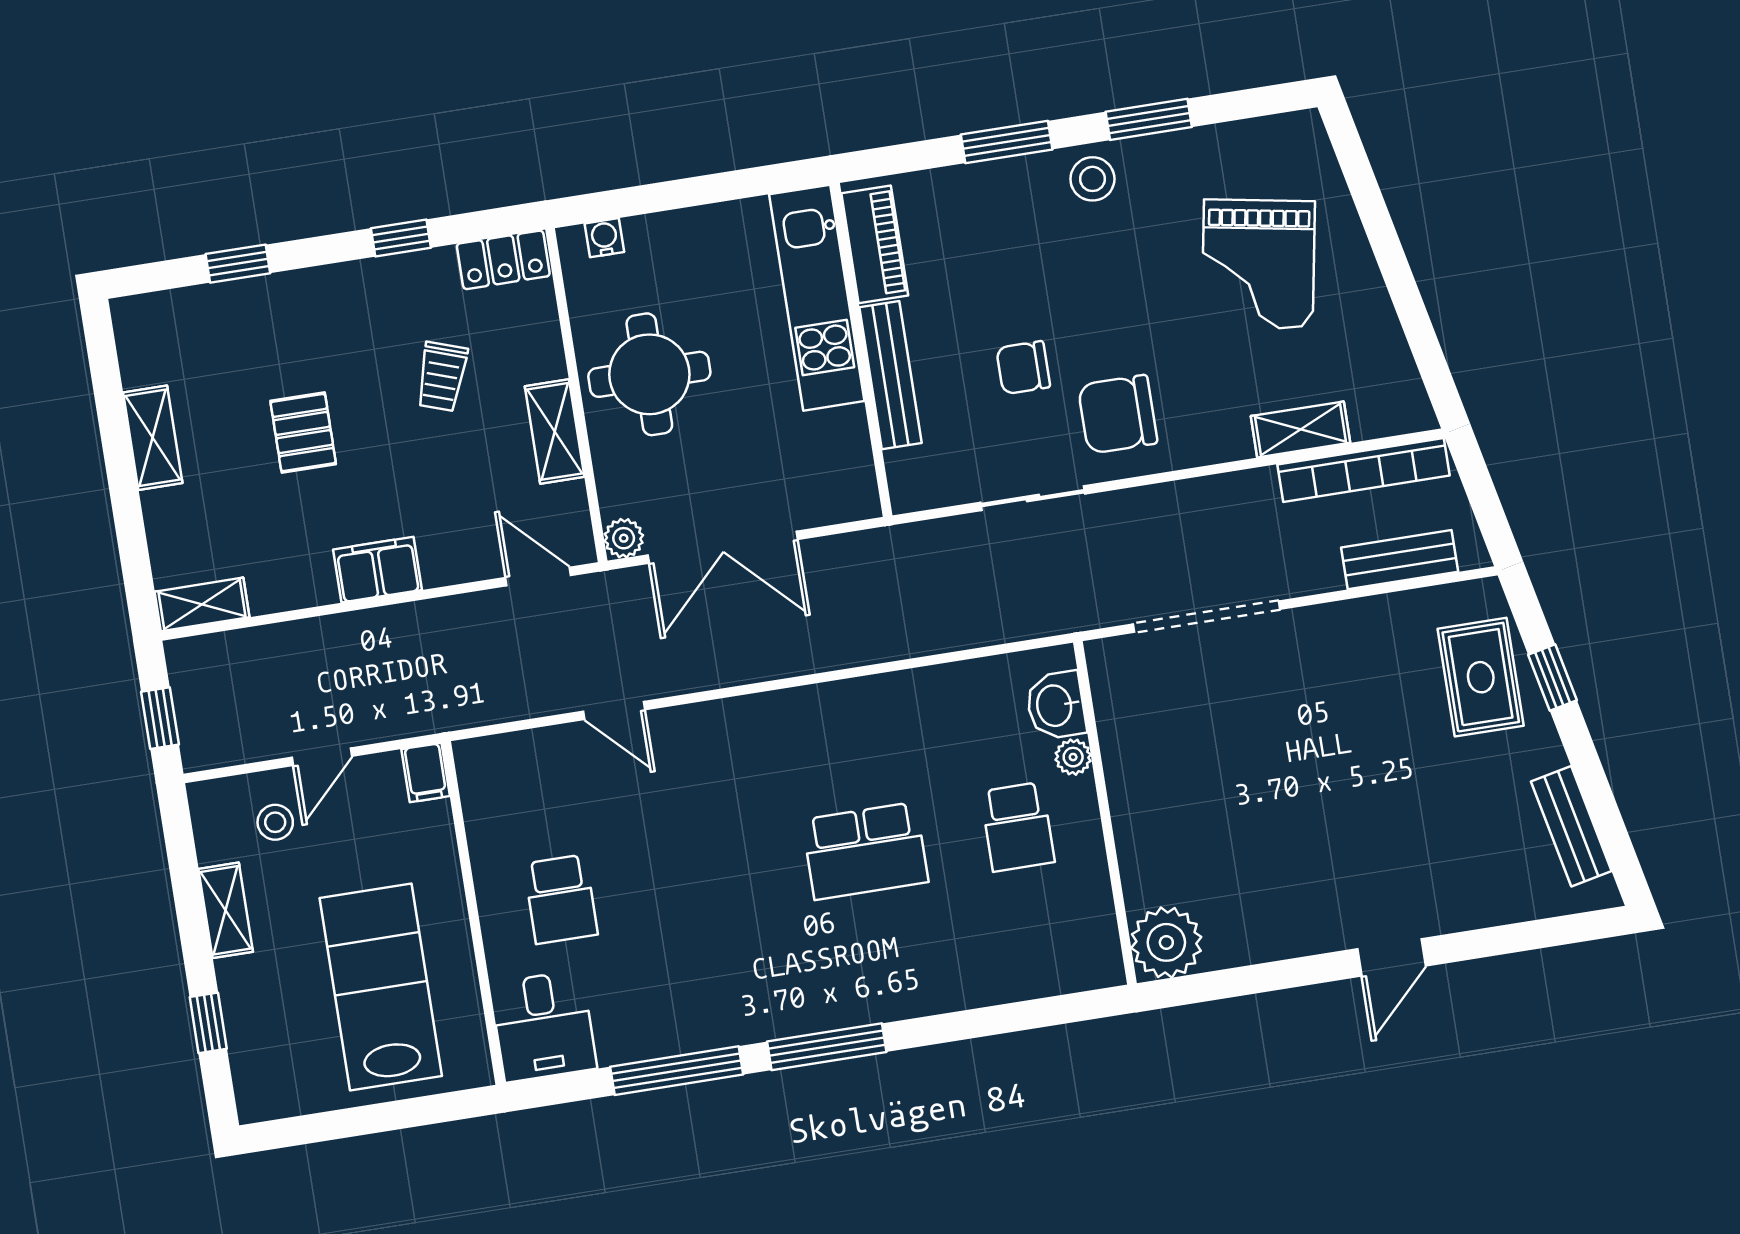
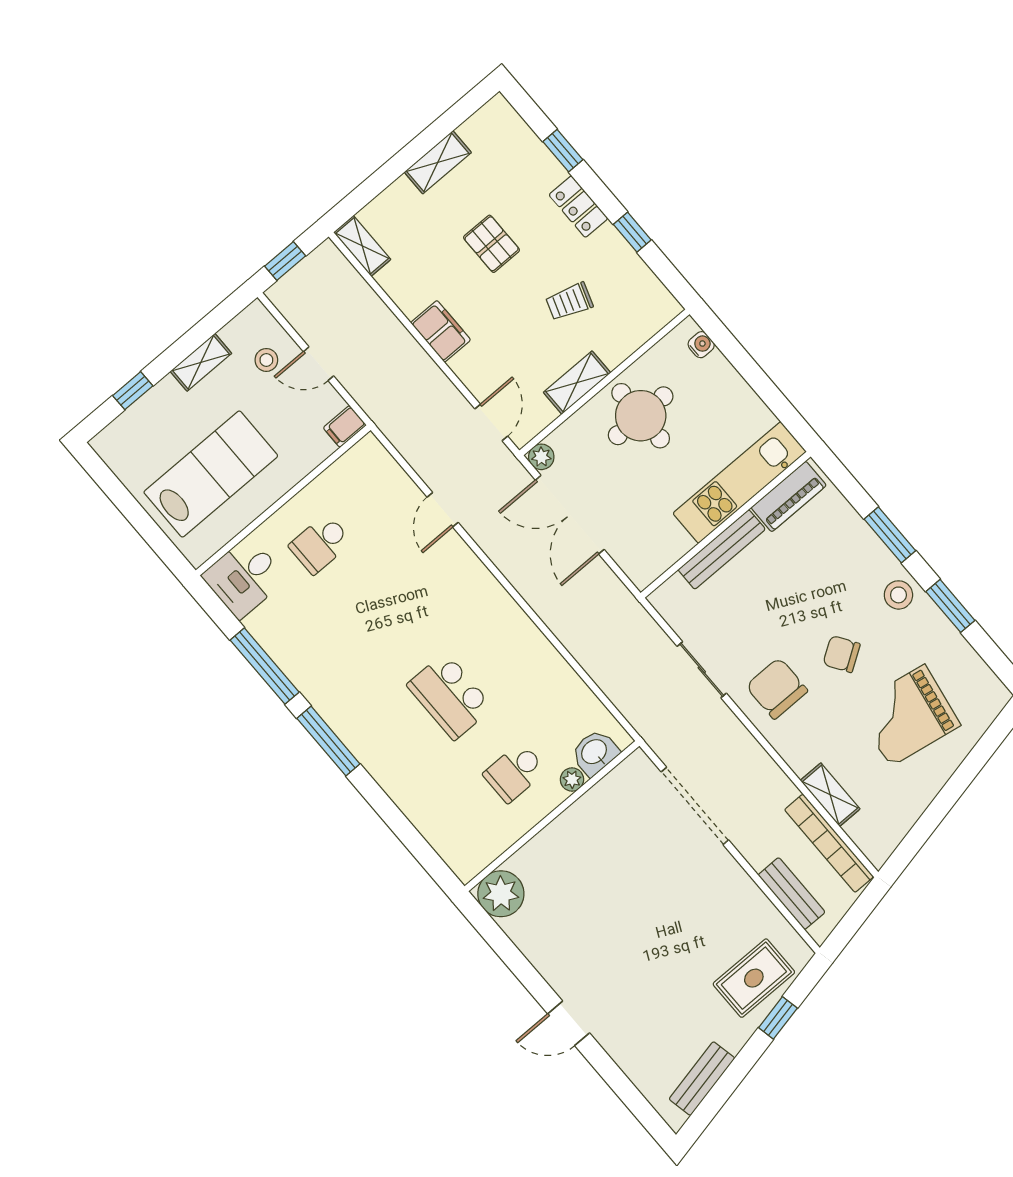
locker: (503, 260) -> (578, 207), moved
chair: (1023, 368) -> (842, 654), moved, turned -33
pallet: (303, 433) -> (492, 244), turned 90

